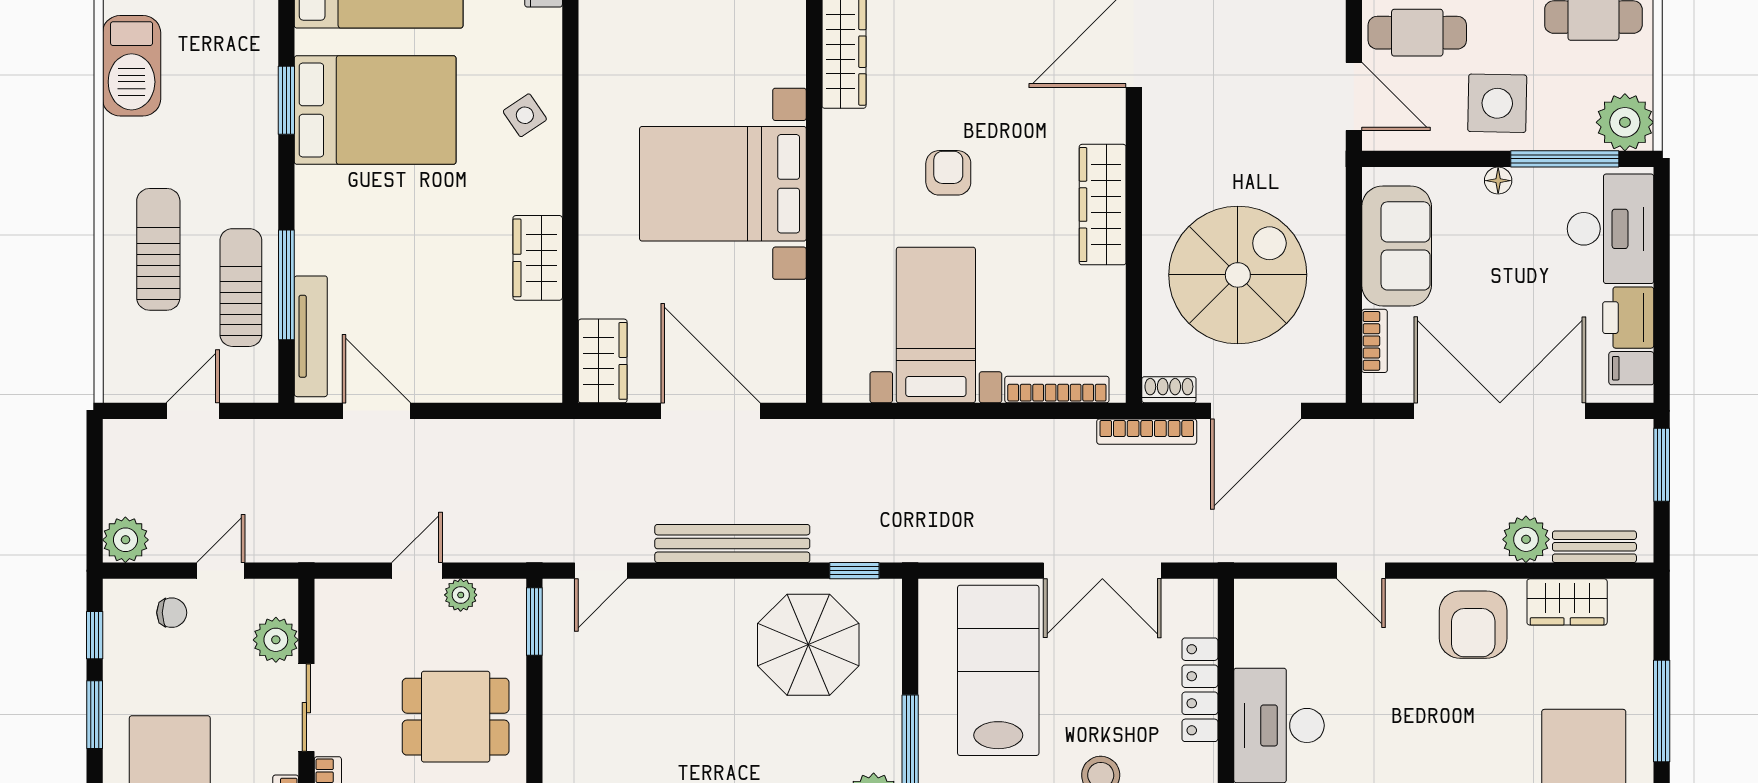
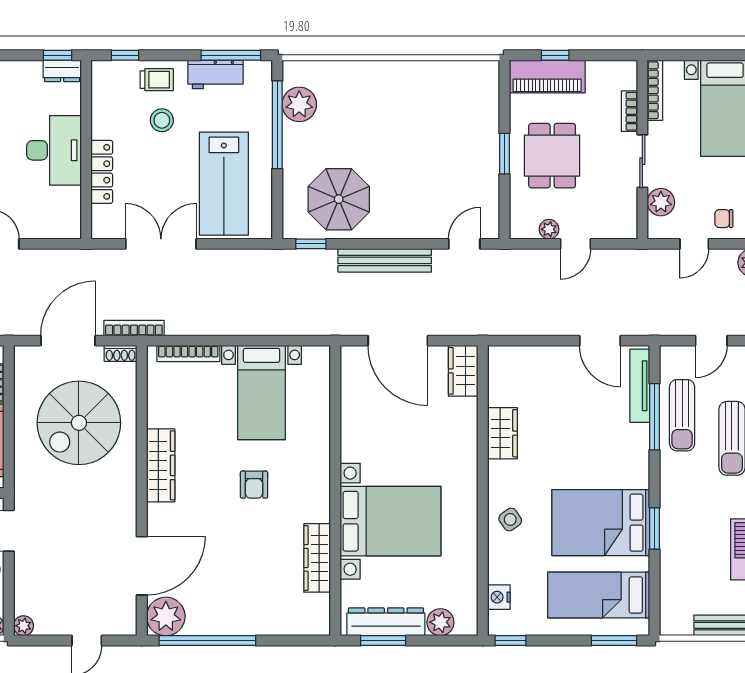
bed with nightstands: (723, 184) -> (390, 521), moved
window: (534, 622) -> (505, 154), moved
dining table: (456, 717) -> (552, 156), turned 90

